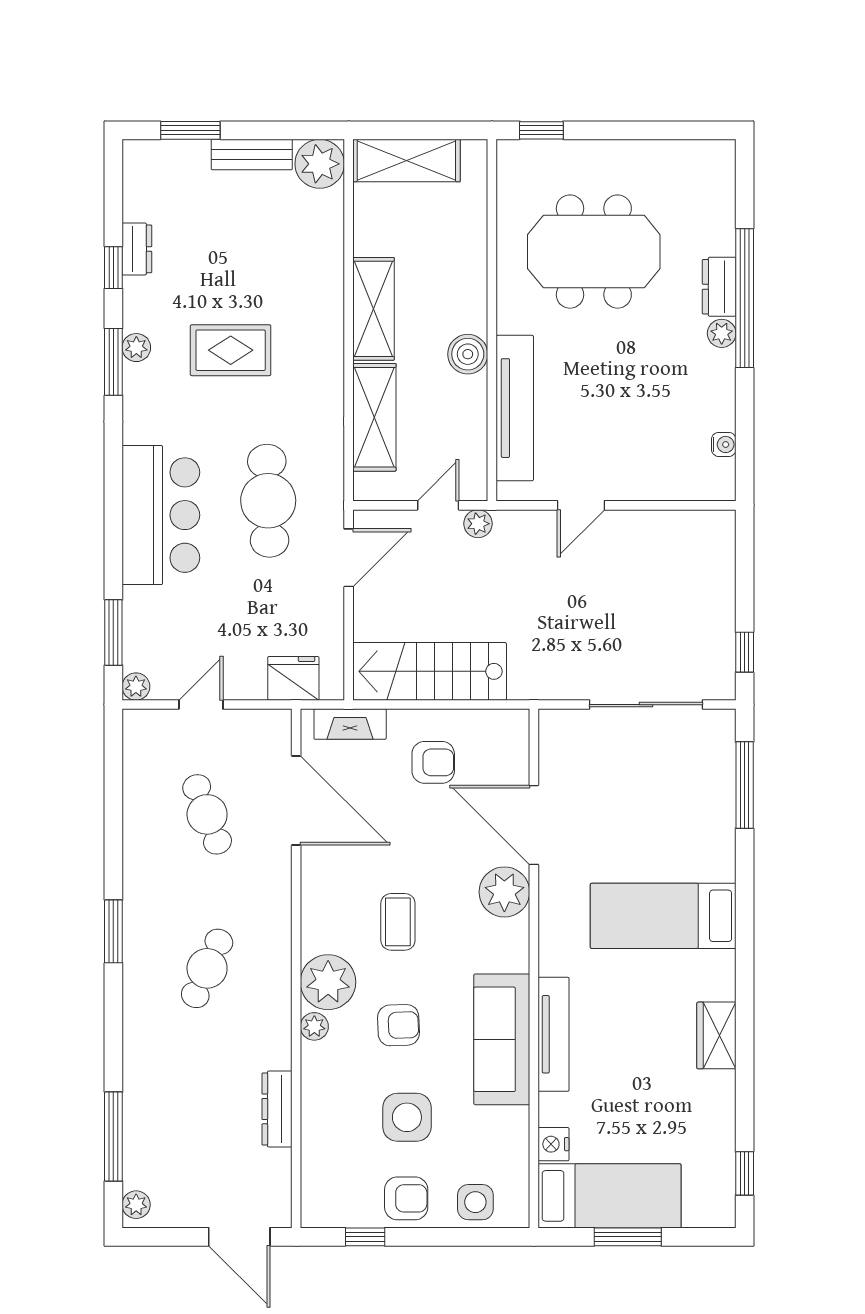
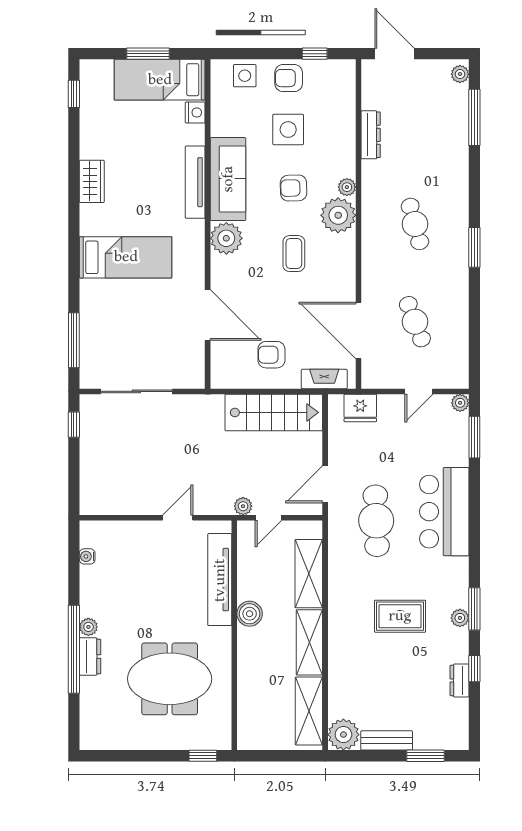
shelving: (406, 161) -> (309, 711), moved, turned 90
plant: (504, 892) -> (226, 238), moved
cafe table: (207, 968) -> (415, 224), turned -39

